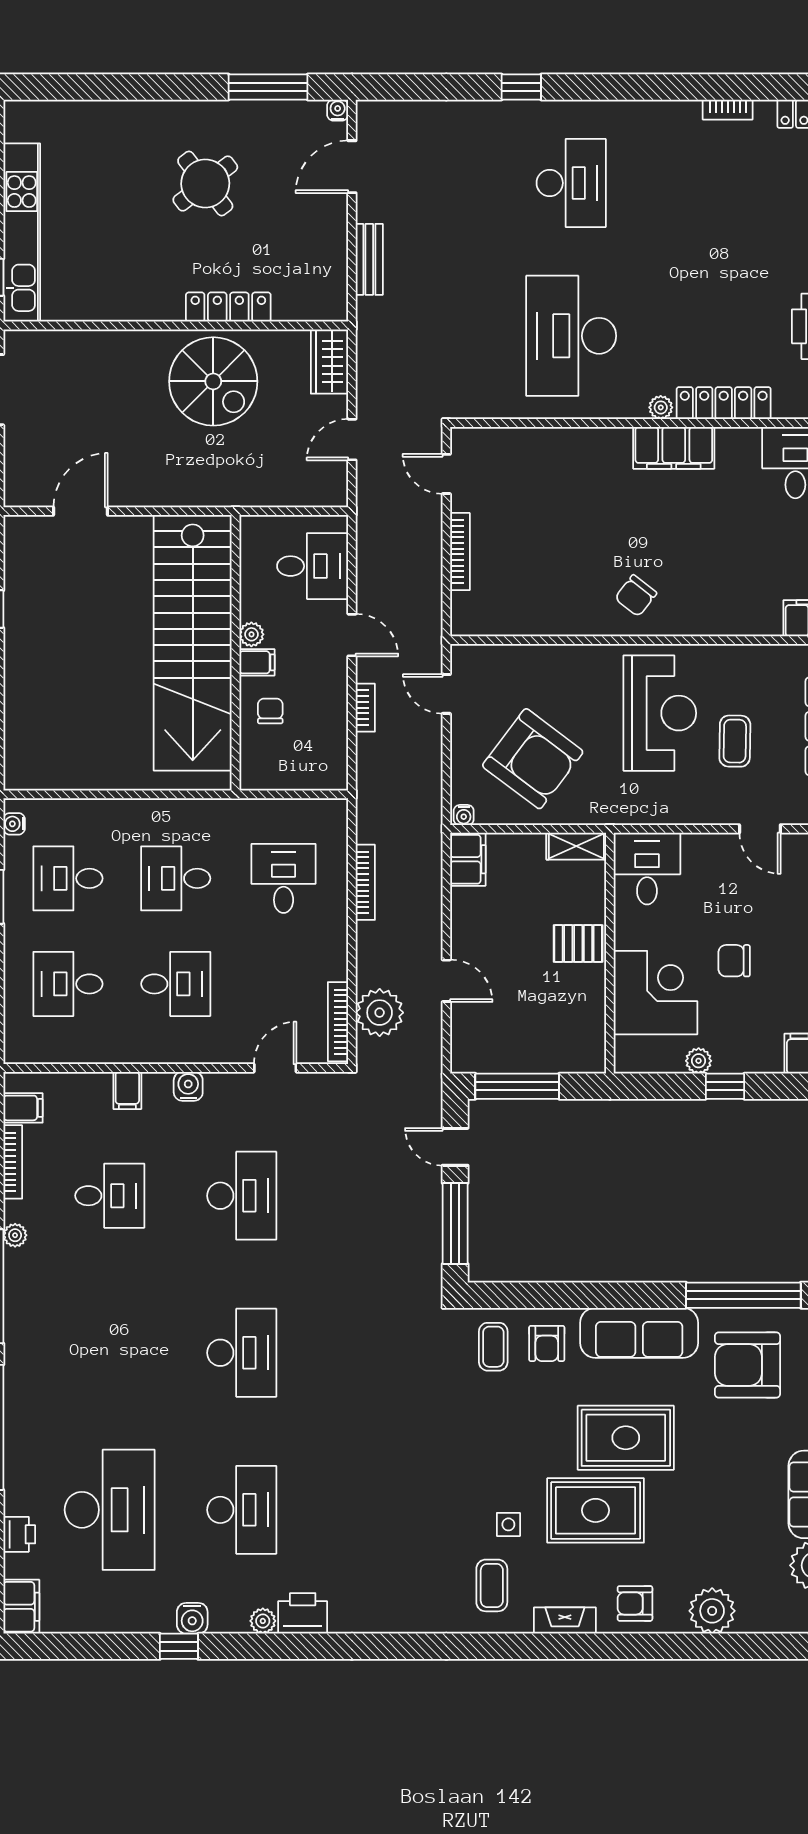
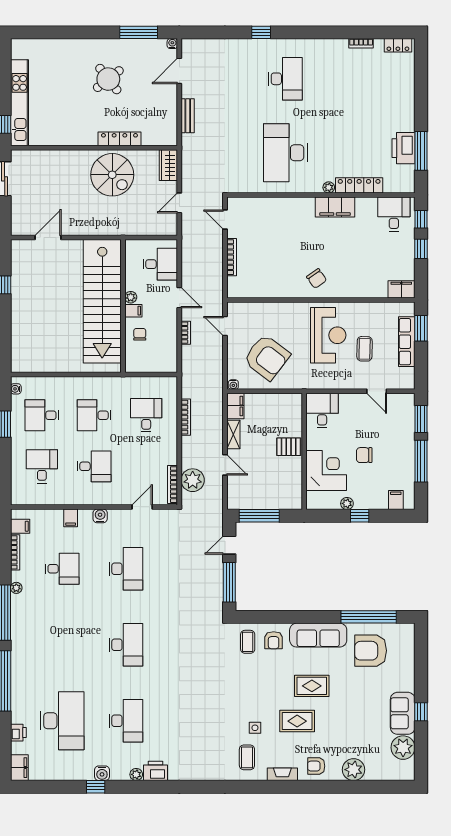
chair: (636, 596) -> (317, 278), turned -73
shelving: (576, 846) -> (233, 435), moved, turned 90
desk: (68, 984) -> (42, 466), turned 90
door: (455, 1147) -> (229, 545), hinge flipped
rug: (626, 1438) -> (312, 686), width x0.73, depth x0.70
rug: (596, 1510) -> (297, 721), width x0.73, depth x0.70

